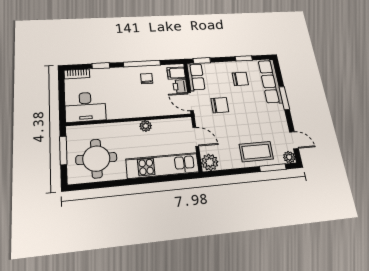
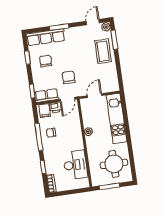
desk: (85, 107) -> (75, 165), moved
plant: (210, 162) -> (113, 85), removed

